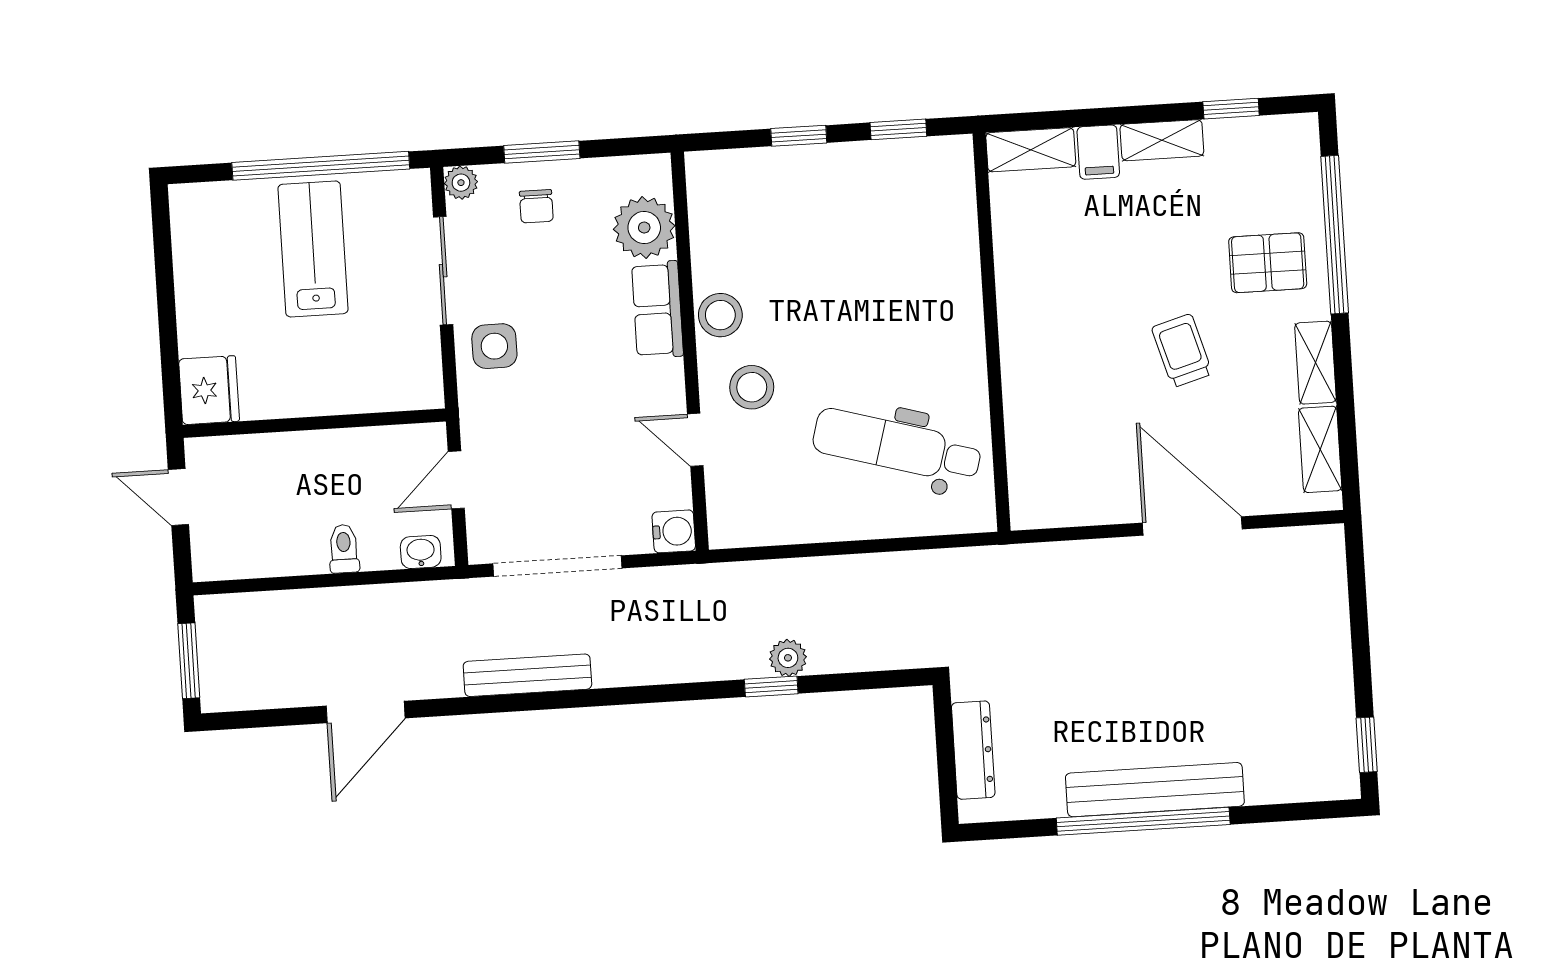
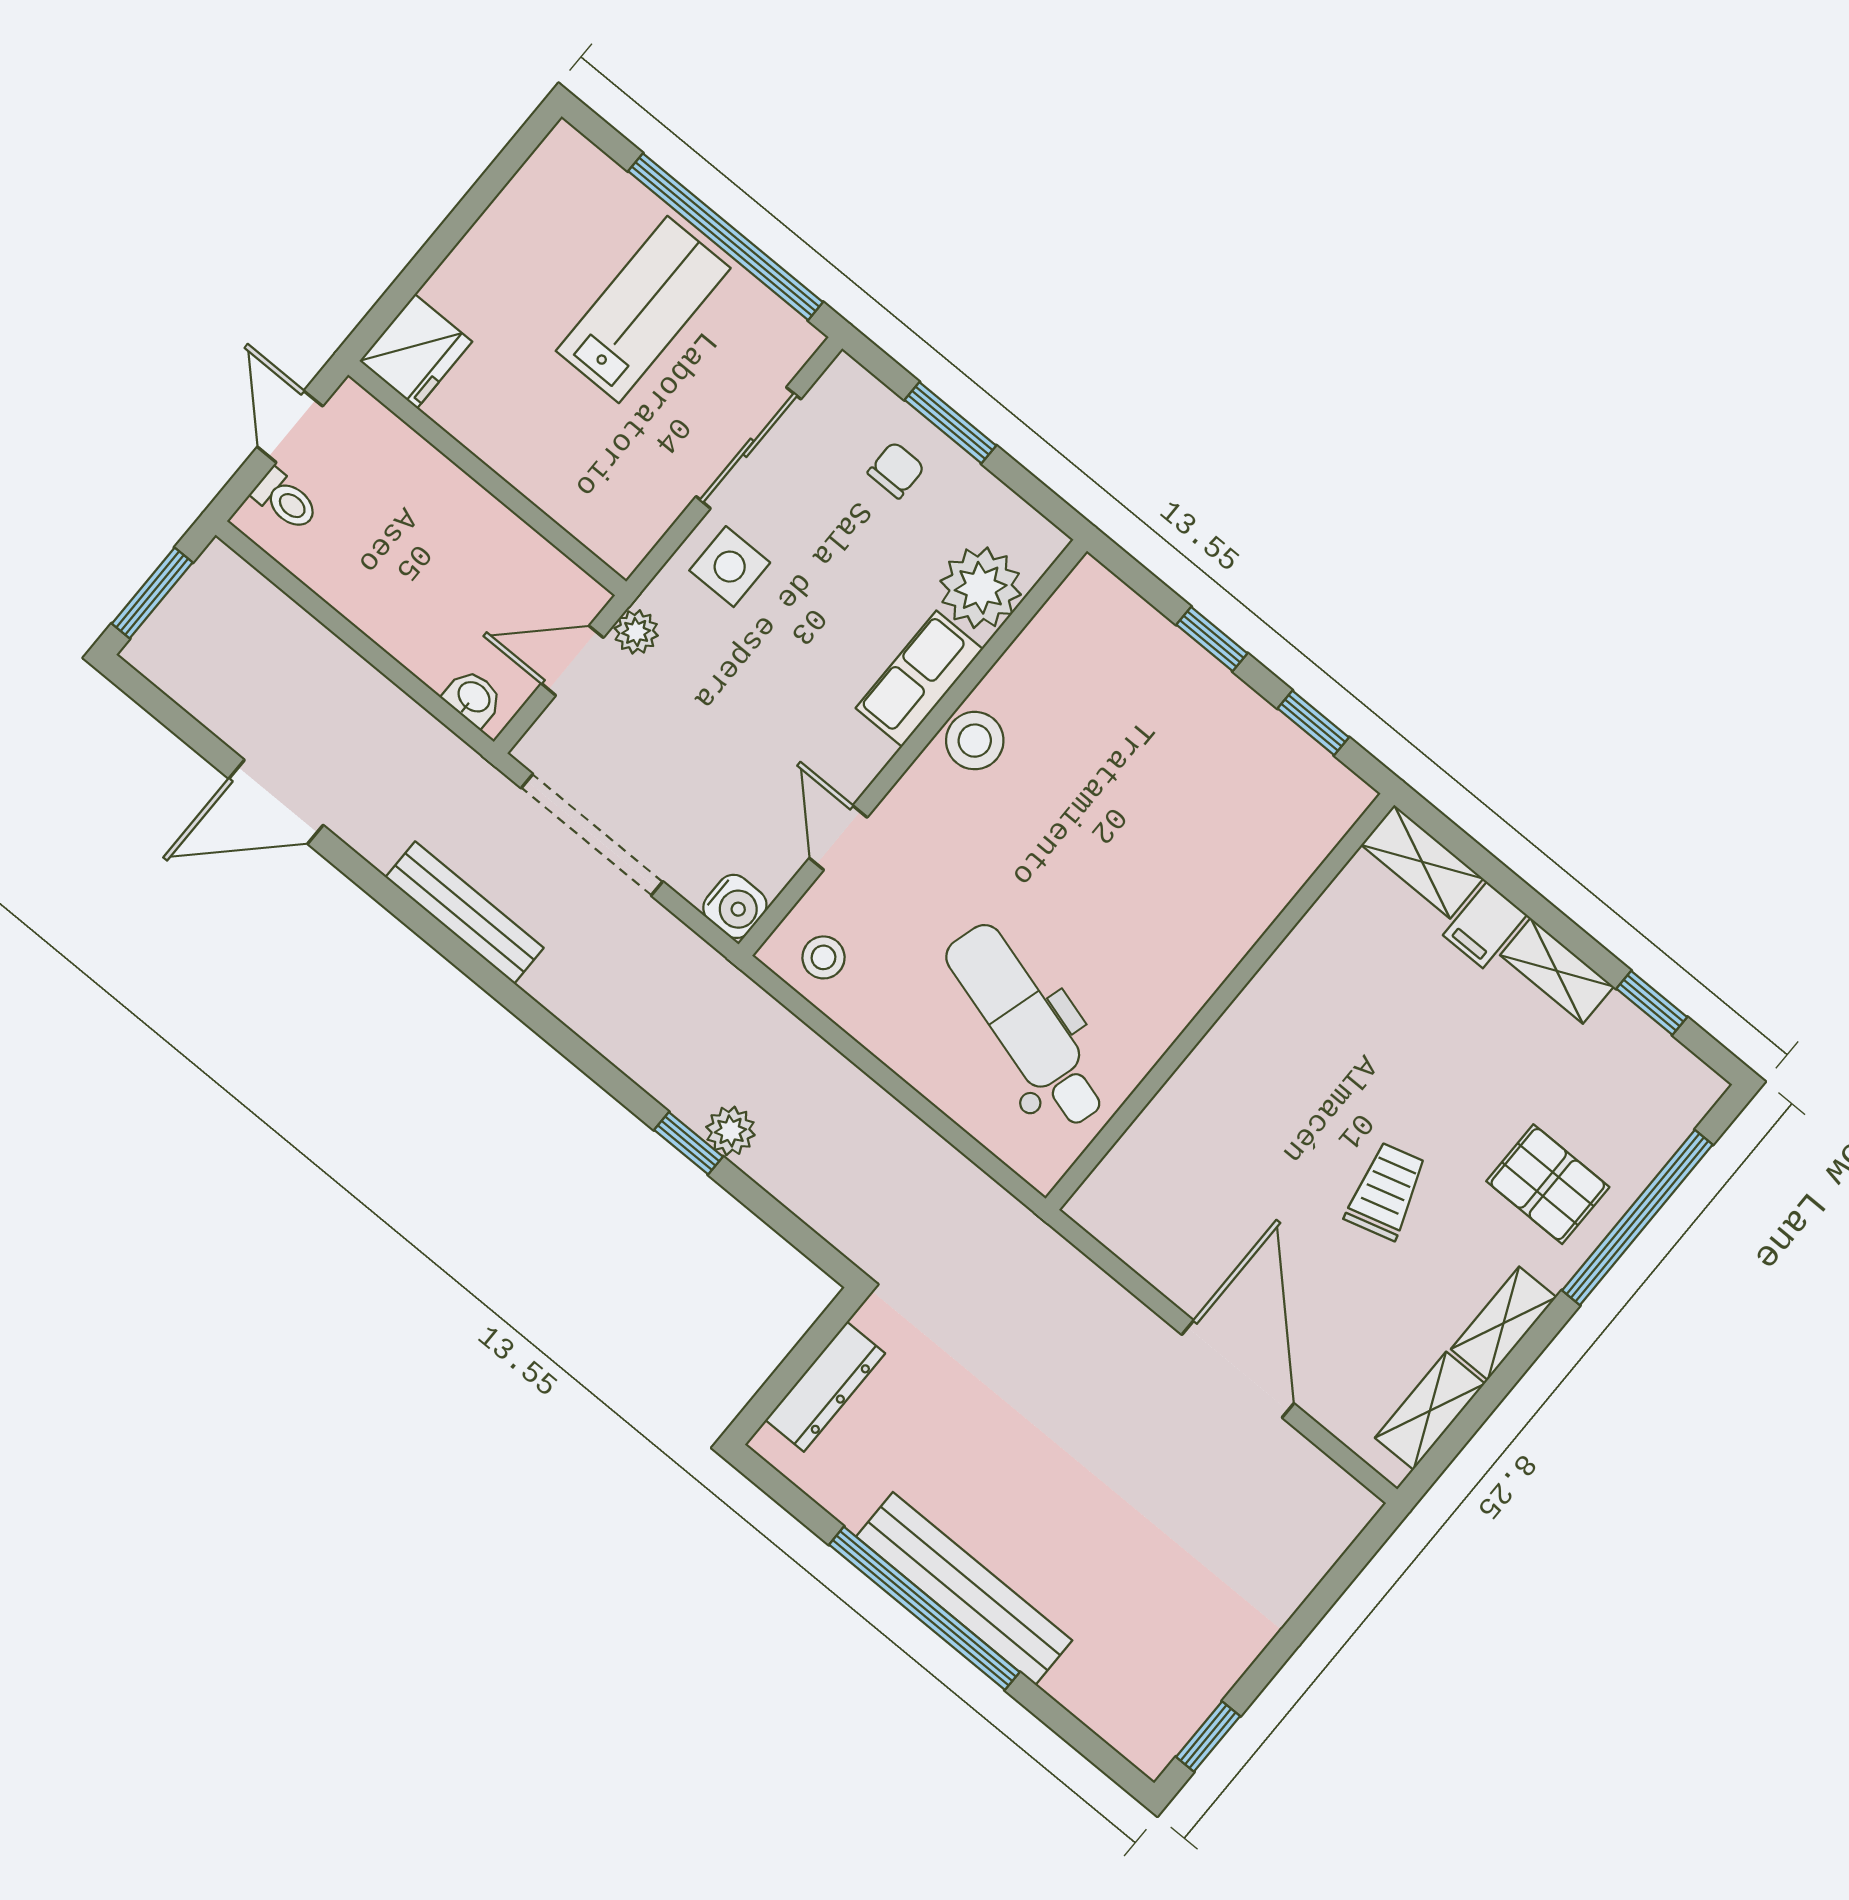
plant: (461, 183) -> (636, 632), moved
chair: (536, 206) -> (896, 470), turned 180
stool: (752, 387) -> (823, 957), moved, width x0.73, depth x0.73
toilet: (344, 549) -> (285, 500), moved, turned 90

